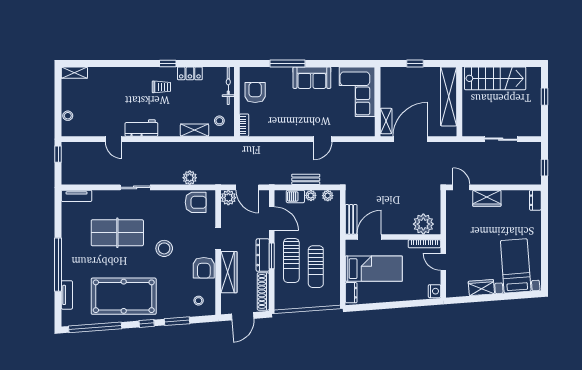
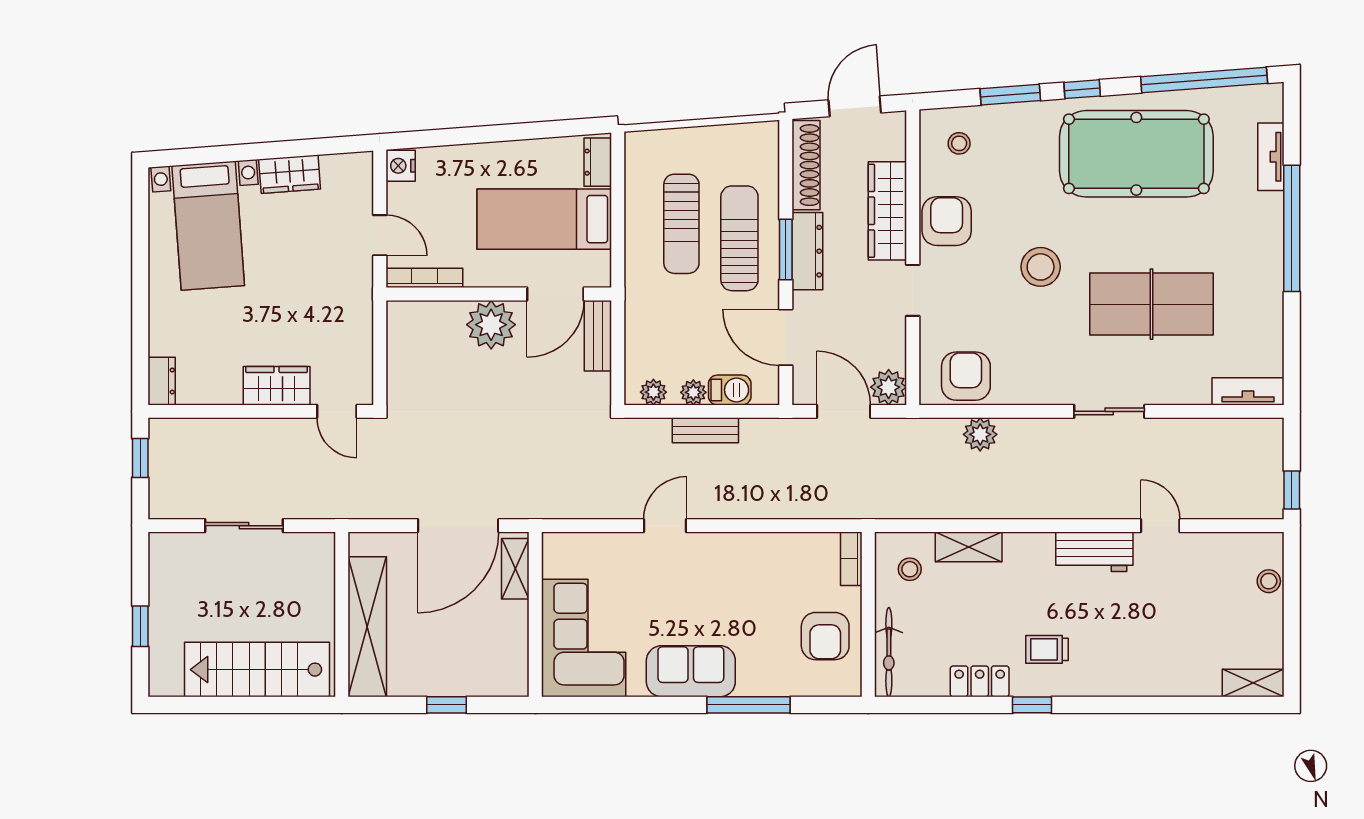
armchair: (196, 202) -> (966, 376), turned 90
plant: (423, 224) -> (491, 325), moved
sun lounger: (316, 267) -> (681, 224), turned 180

